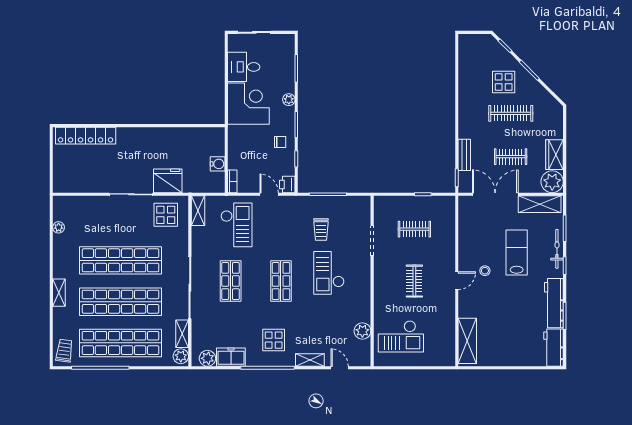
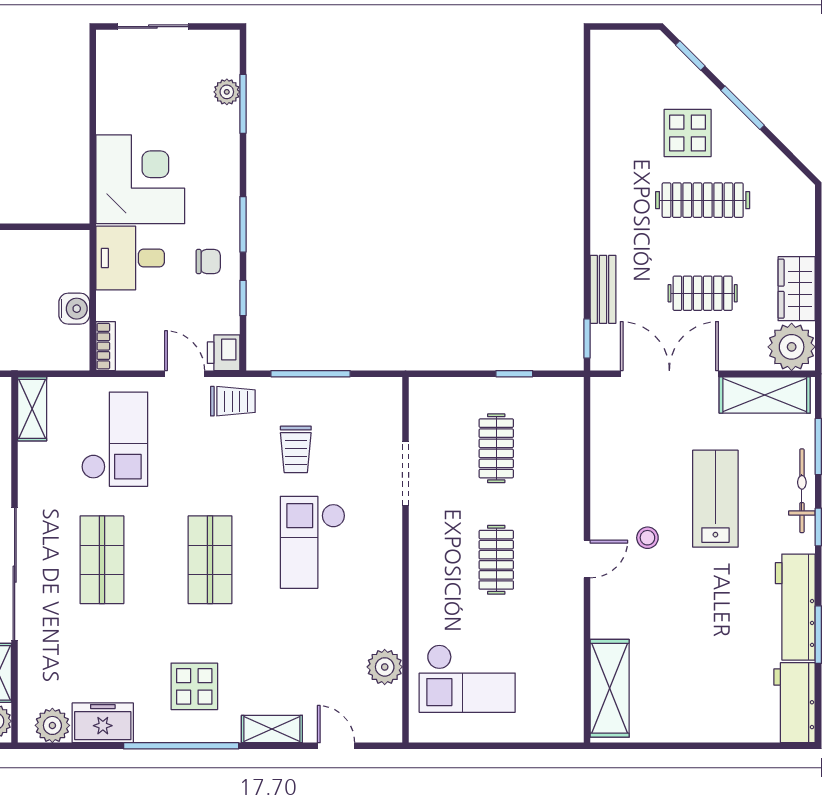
desk: (244, 67) -> (130, 258), moved
plant: (289, 100) -> (227, 92), moved
trolley: (292, 207) -> (233, 401), added
clothes rail: (414, 229) -> (496, 448), turned 90

